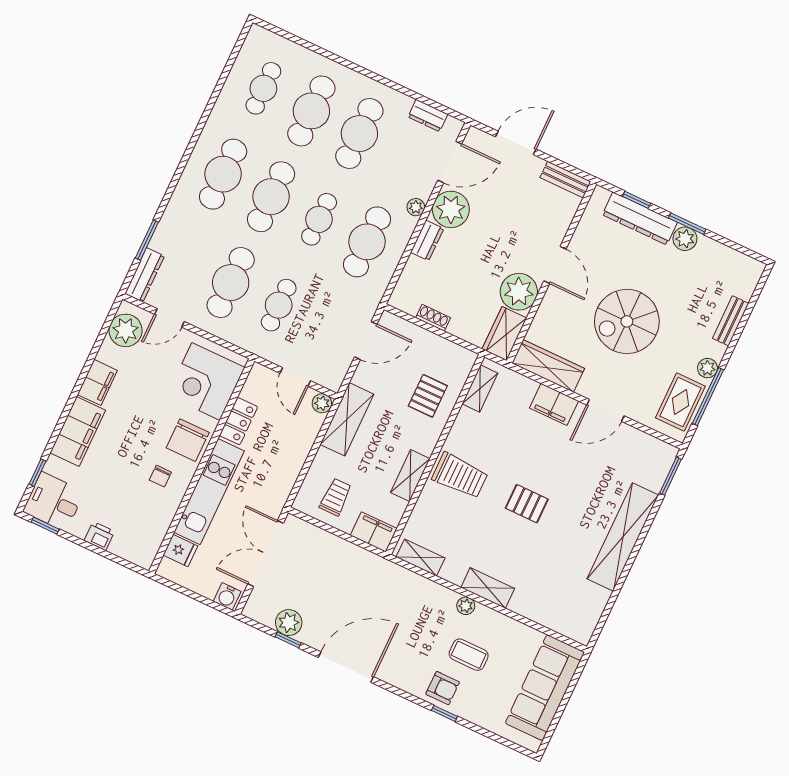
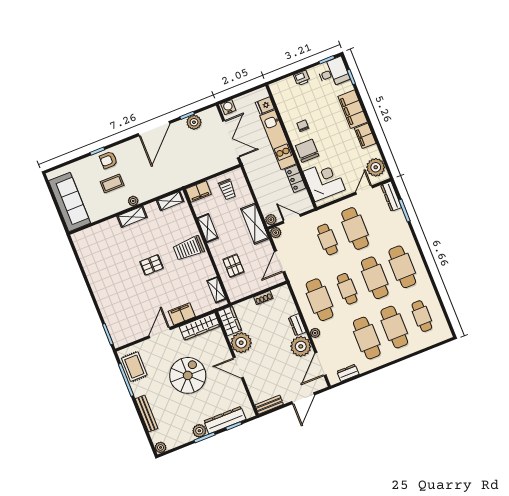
bench: (731, 321) -> (147, 414), width x1.36
plant: (707, 368) -> (161, 447), moved
plant: (333, 381) -> (276, 233), added
shelving: (623, 537) -> (101, 291), removed

